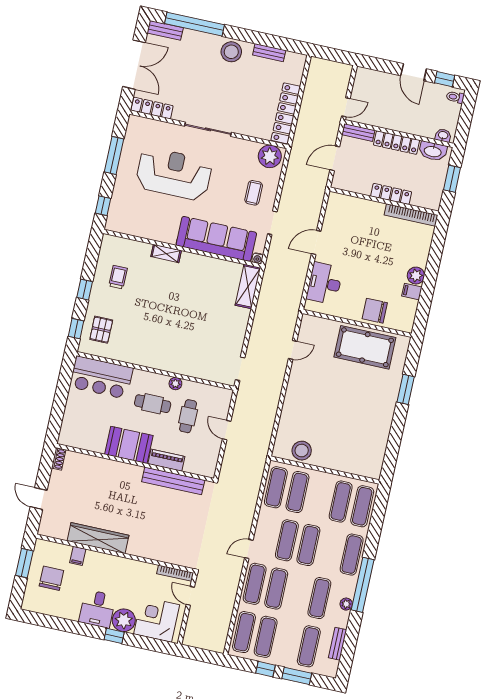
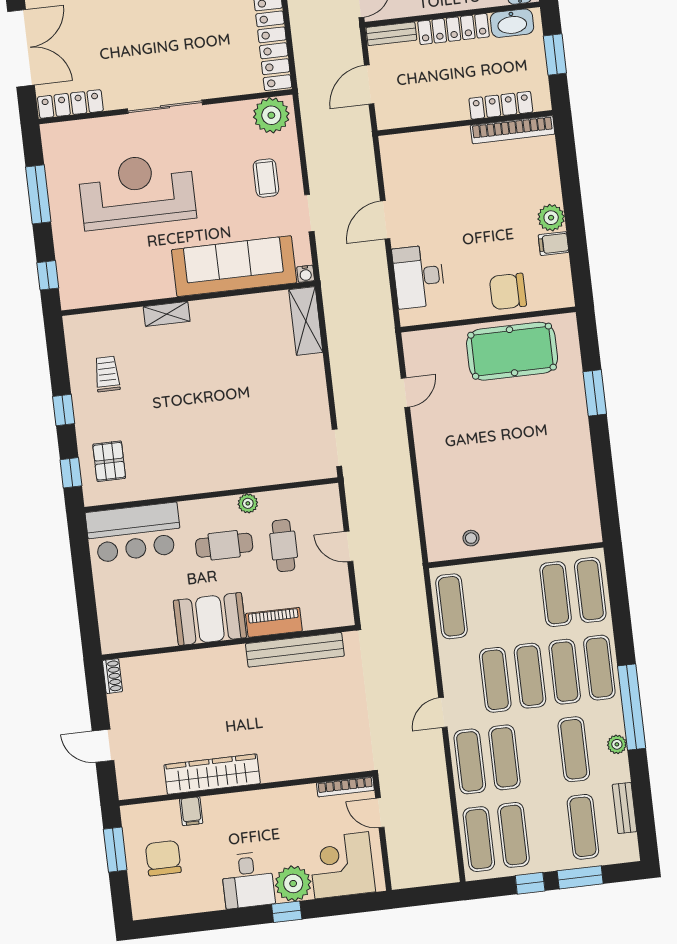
locker: (391, 194) -> (501, 105), moved
stool: (302, 451) -> (471, 538), width x0.53, depth x0.53
exercise mat: (297, 492) -> (565, 672), moved

